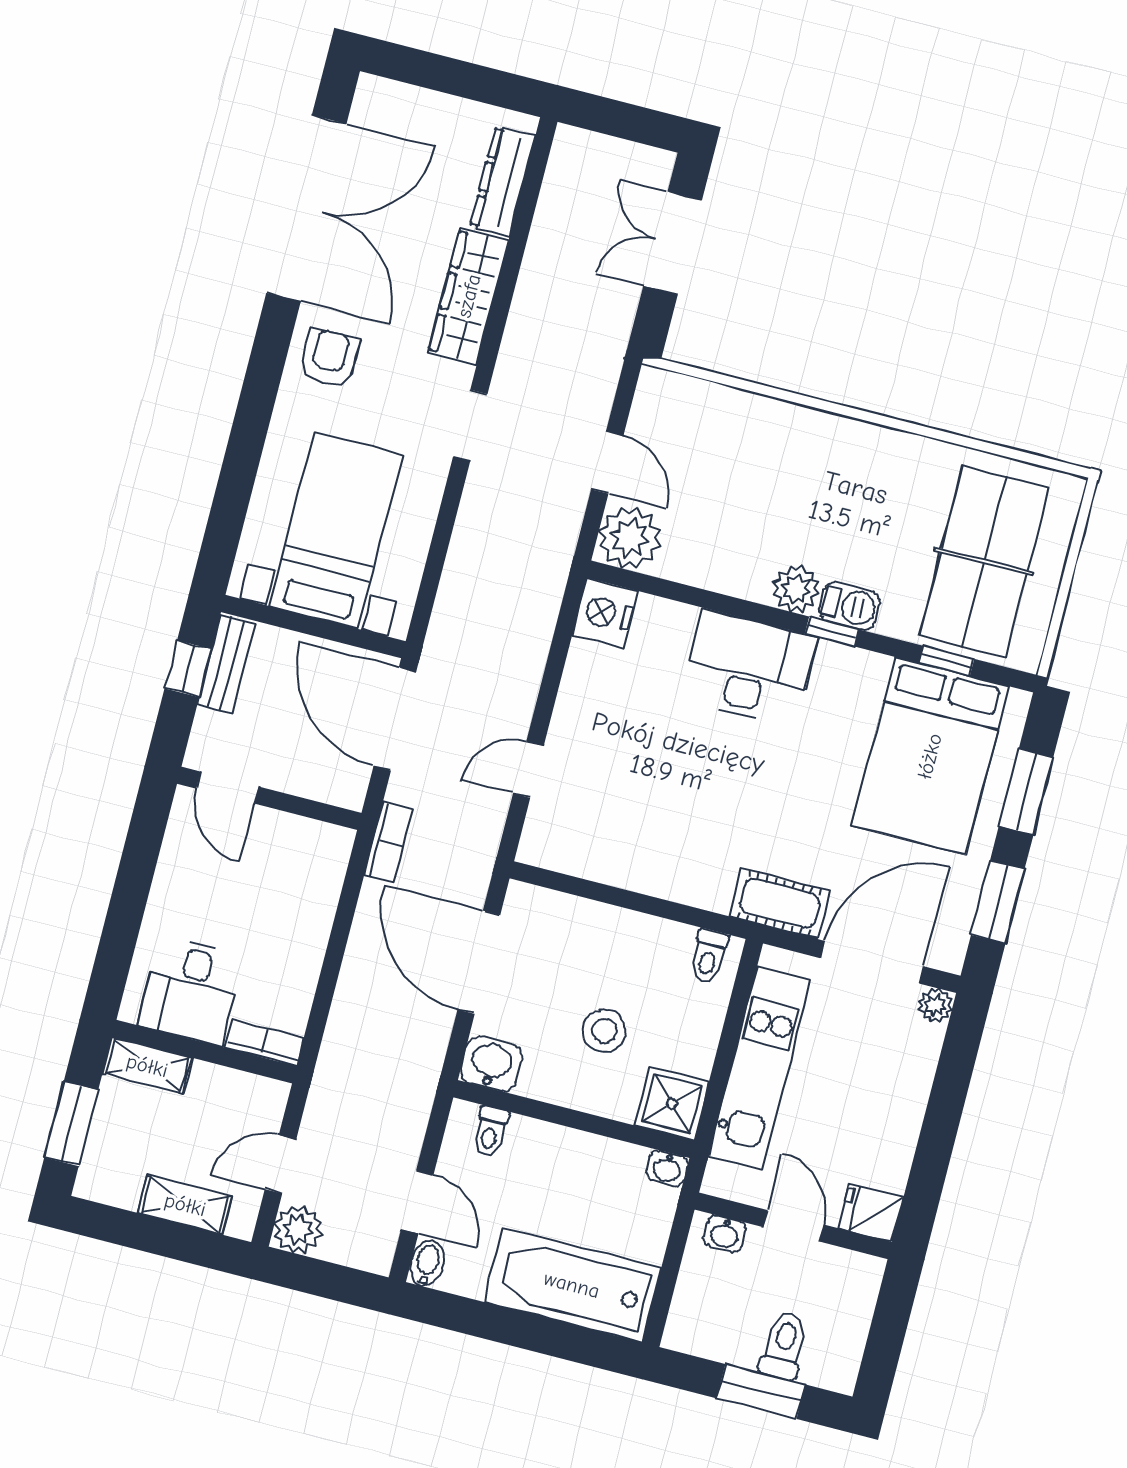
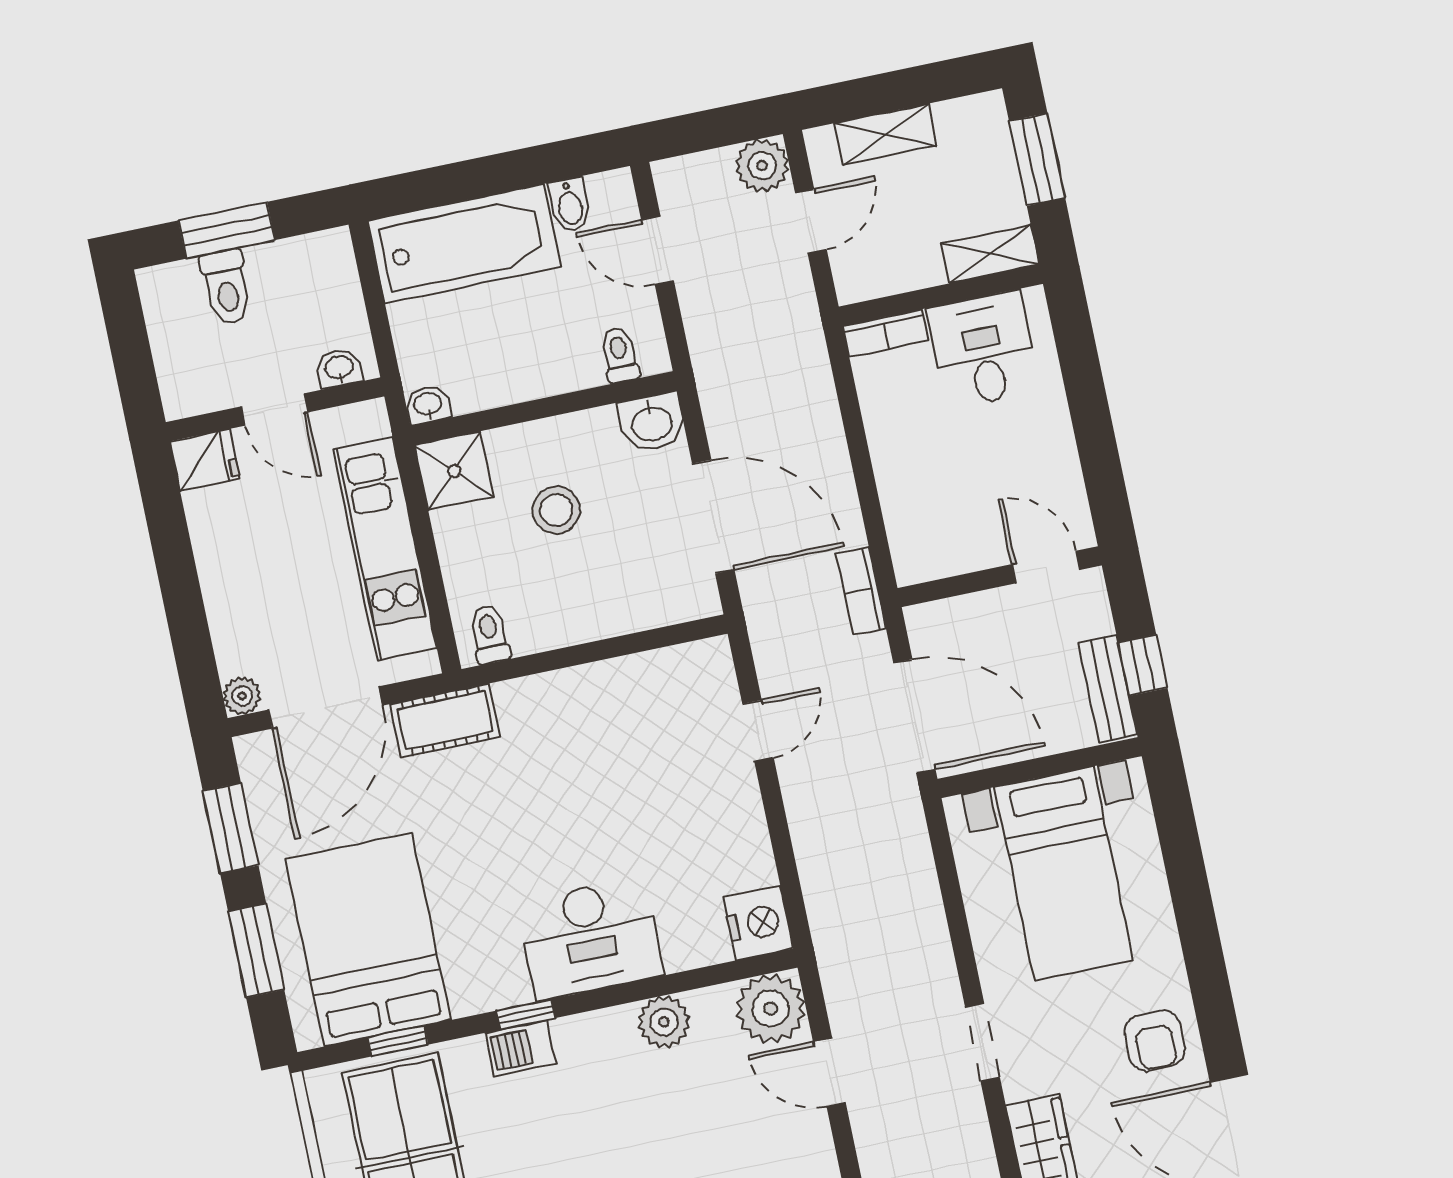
plant: (796, 589) -> (664, 1022), moved
bidet: (427, 1263) -> (570, 205), moved

